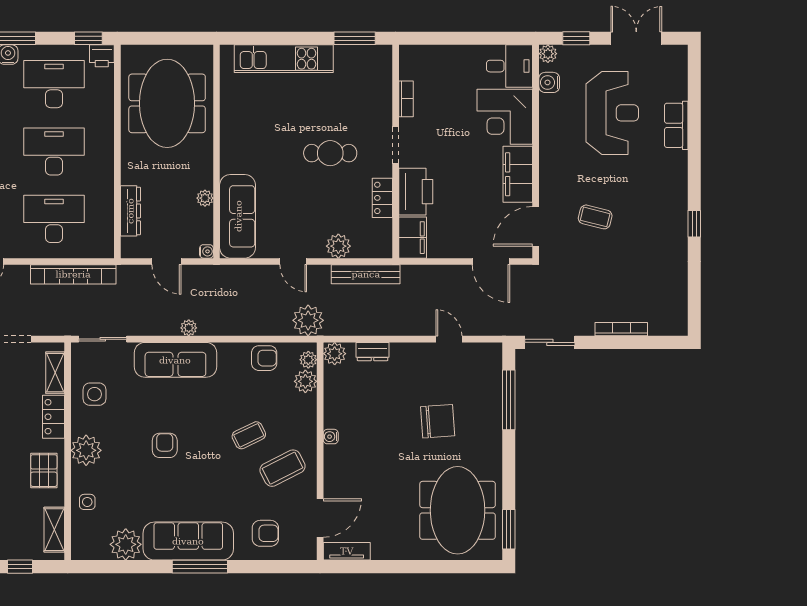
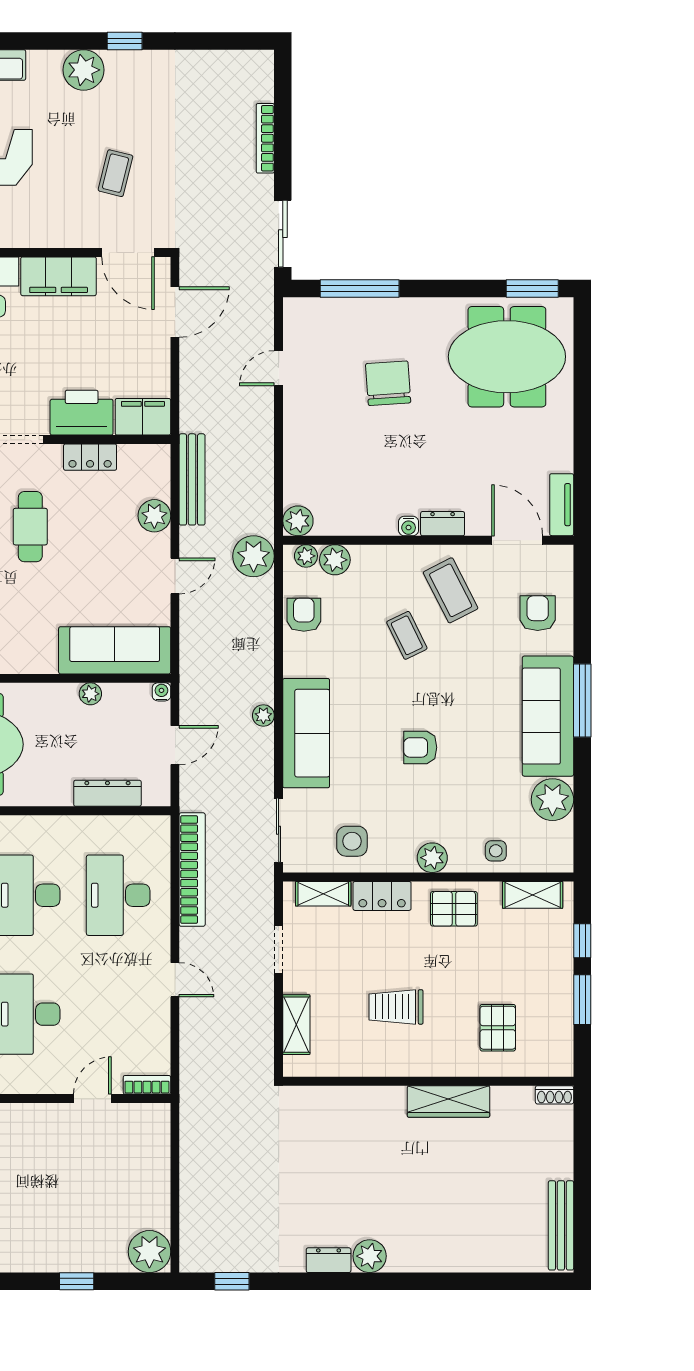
plant: (672, 193) -> (84, 70), added
dresser: (373, 352) -> (443, 524), moved, turned -90
plant: (86, 450) -> (432, 858), width x0.73, depth x0.73

